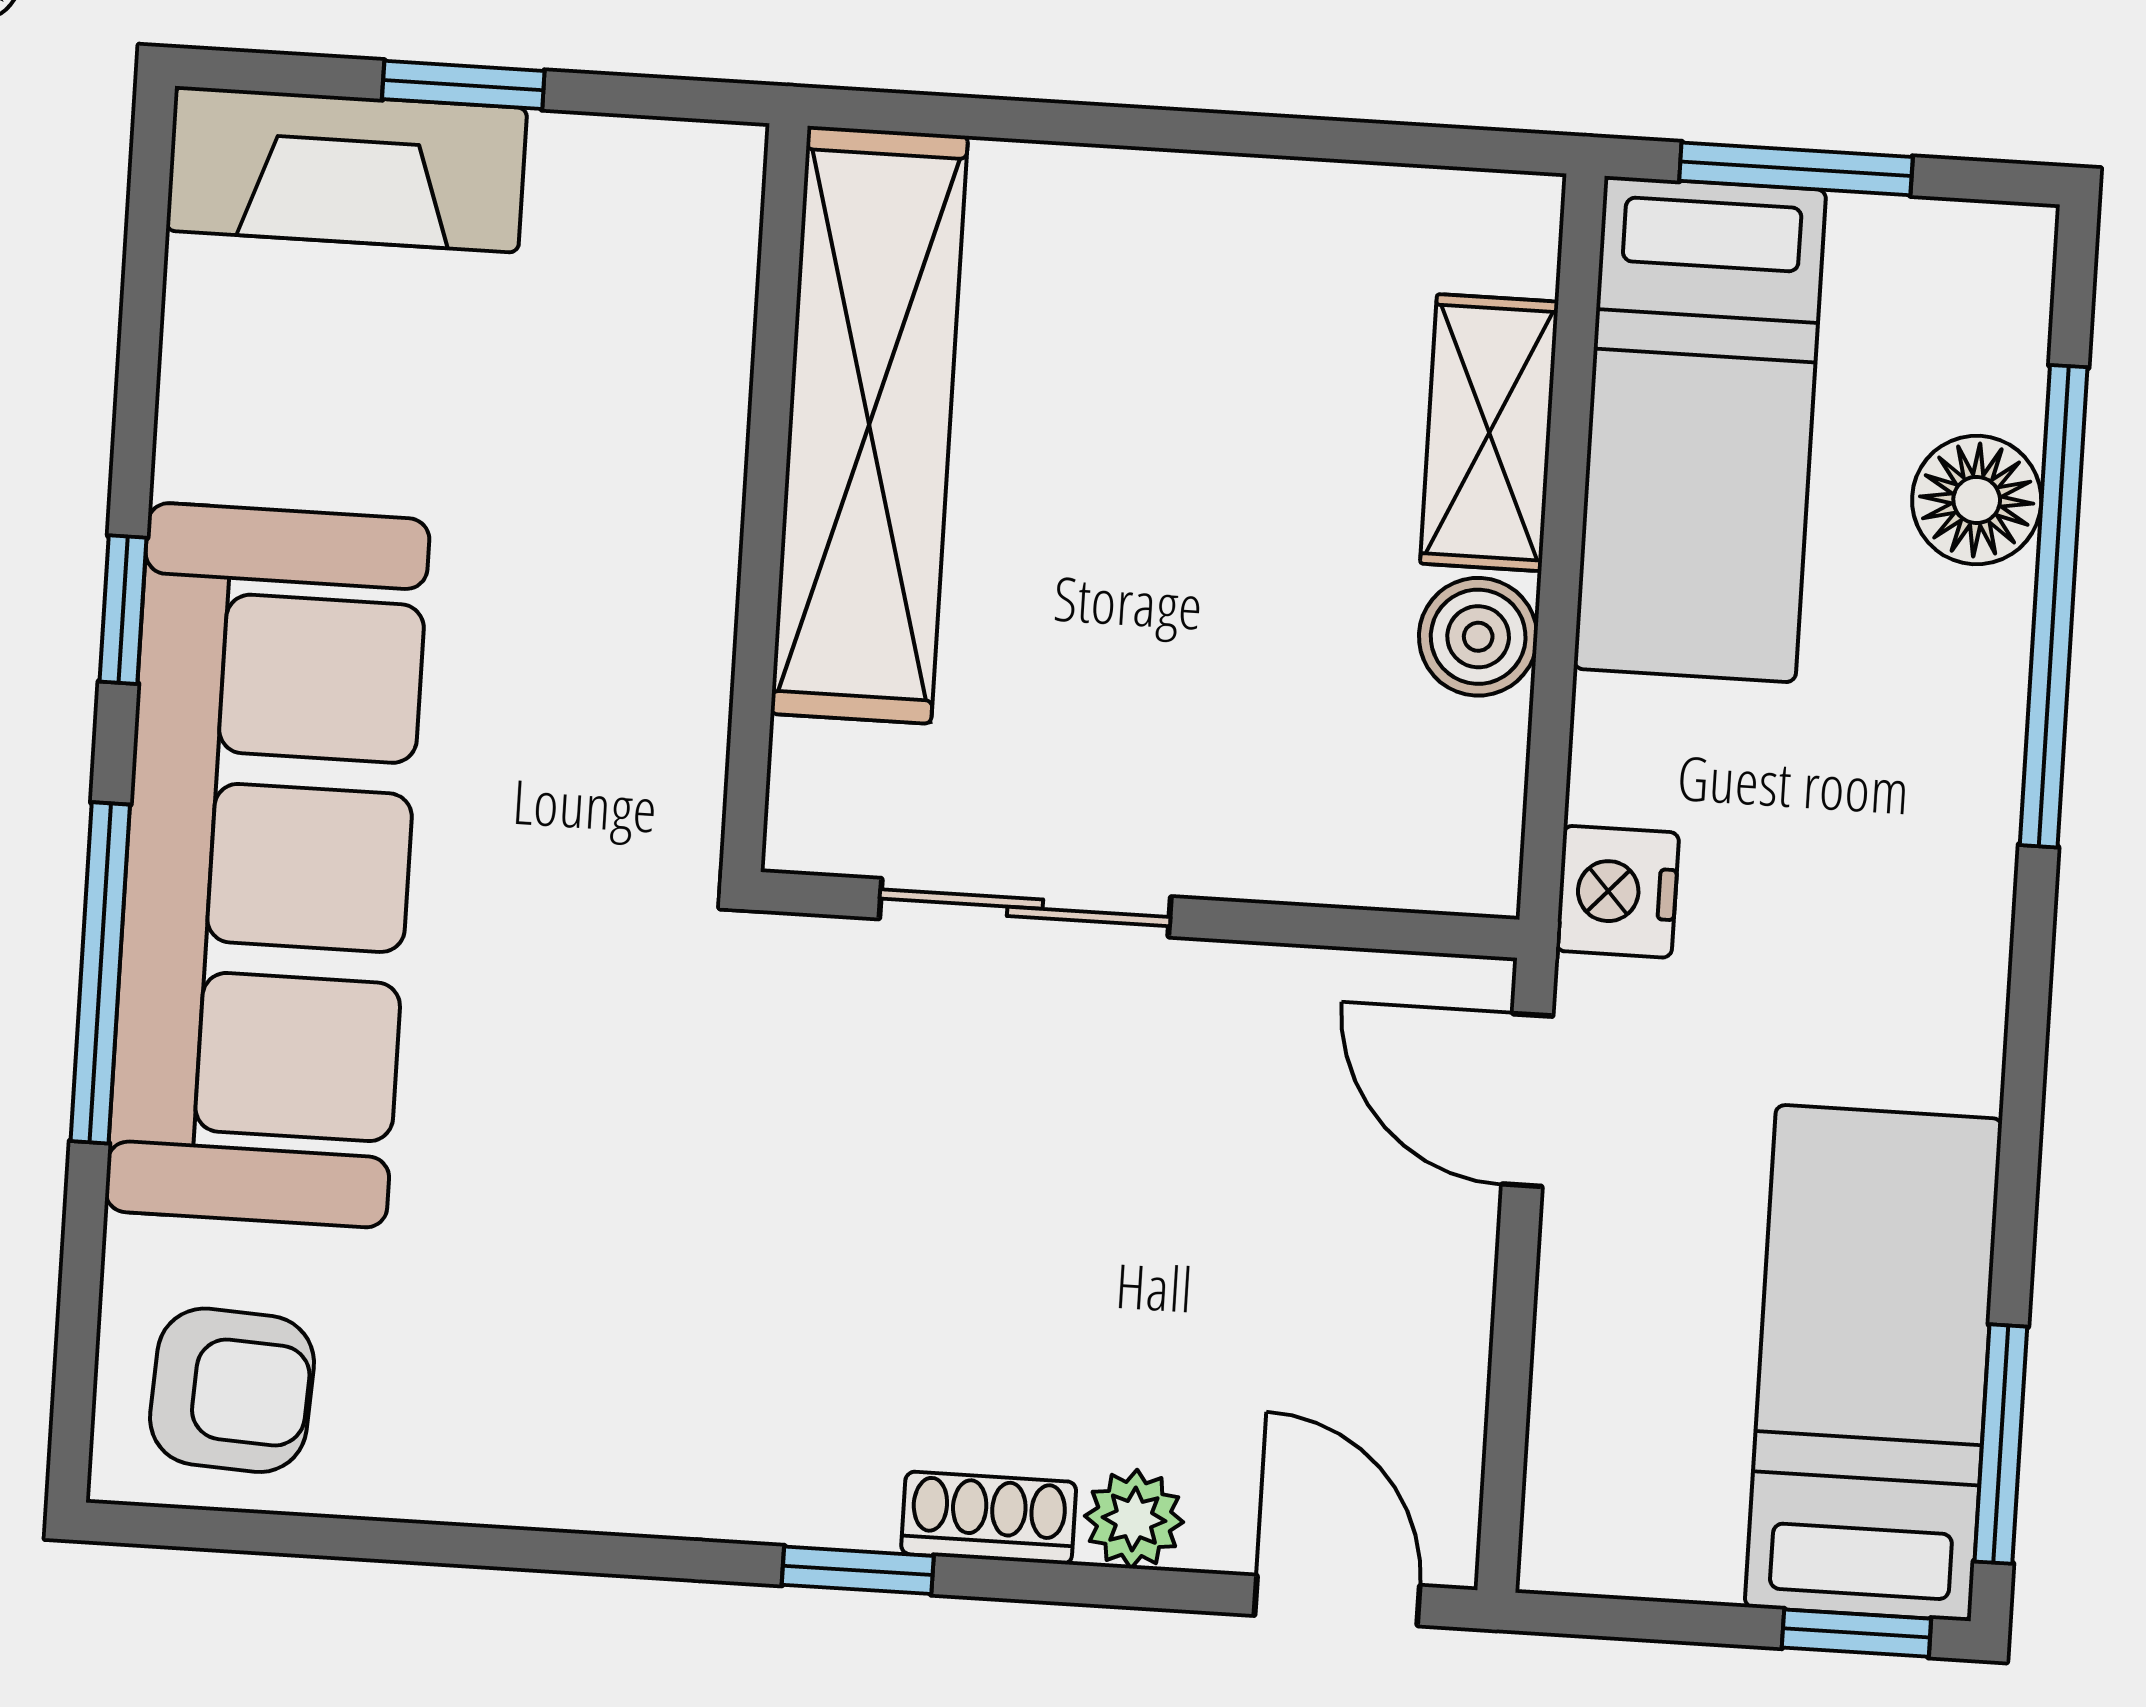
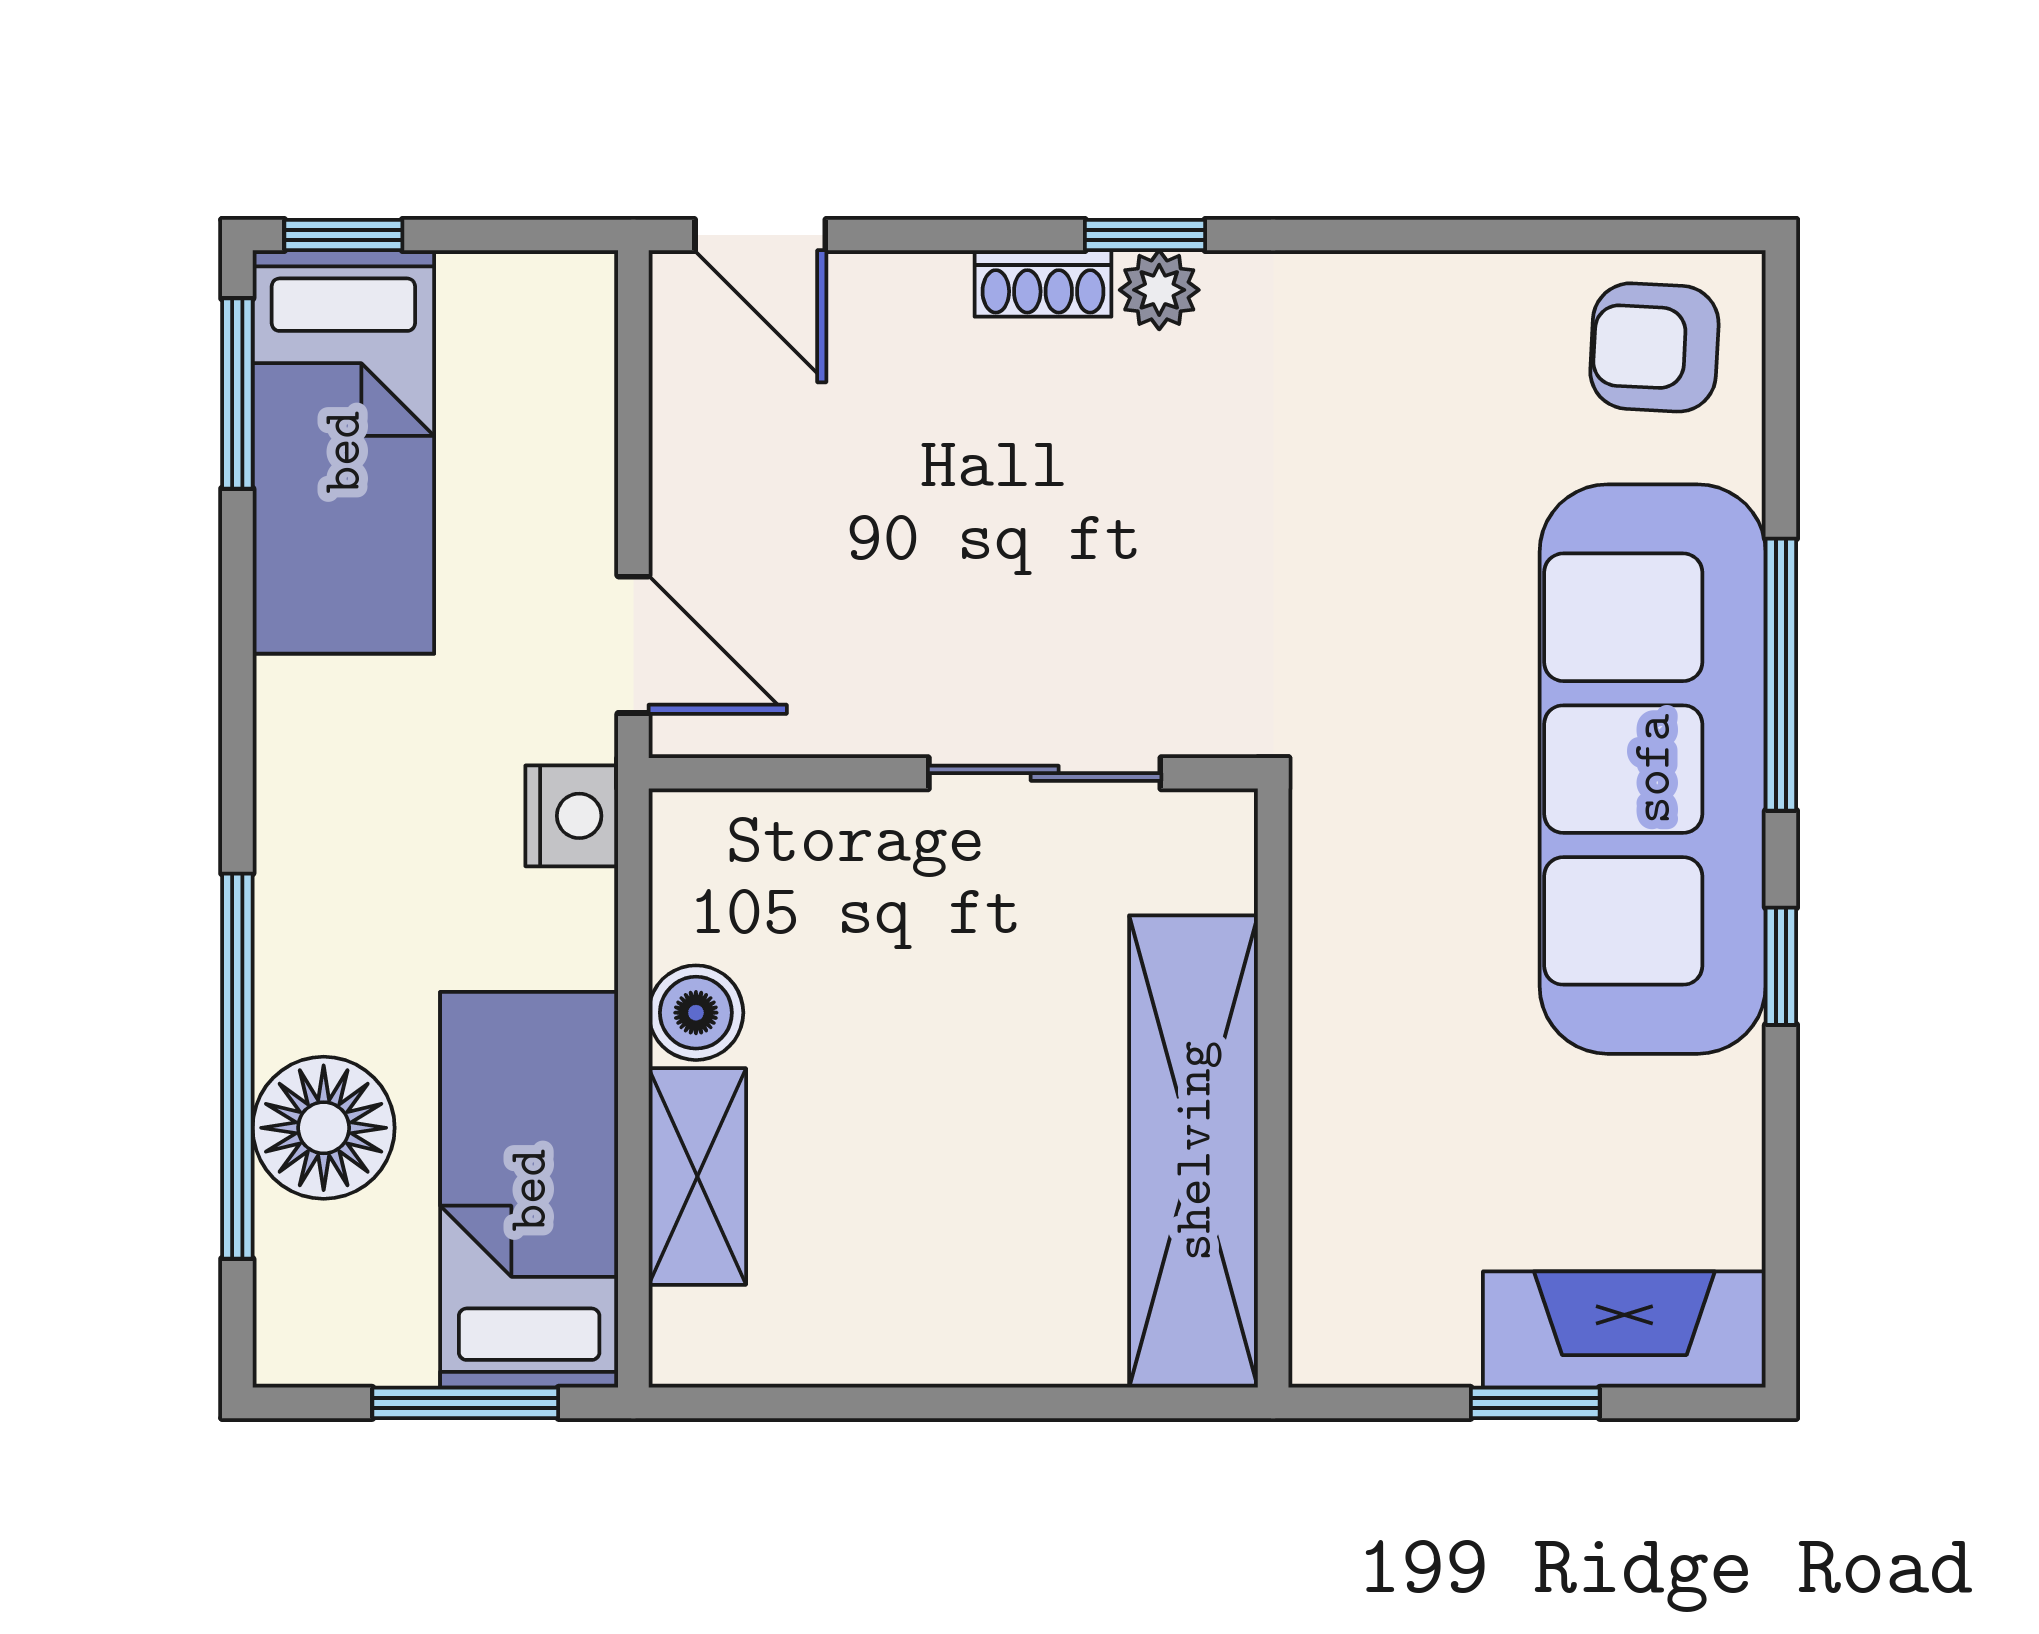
floor lamp: (1977, 500) -> (324, 1128), width x1.38, depth x1.38
plant: (1134, 1519) -> (1159, 290), moved

